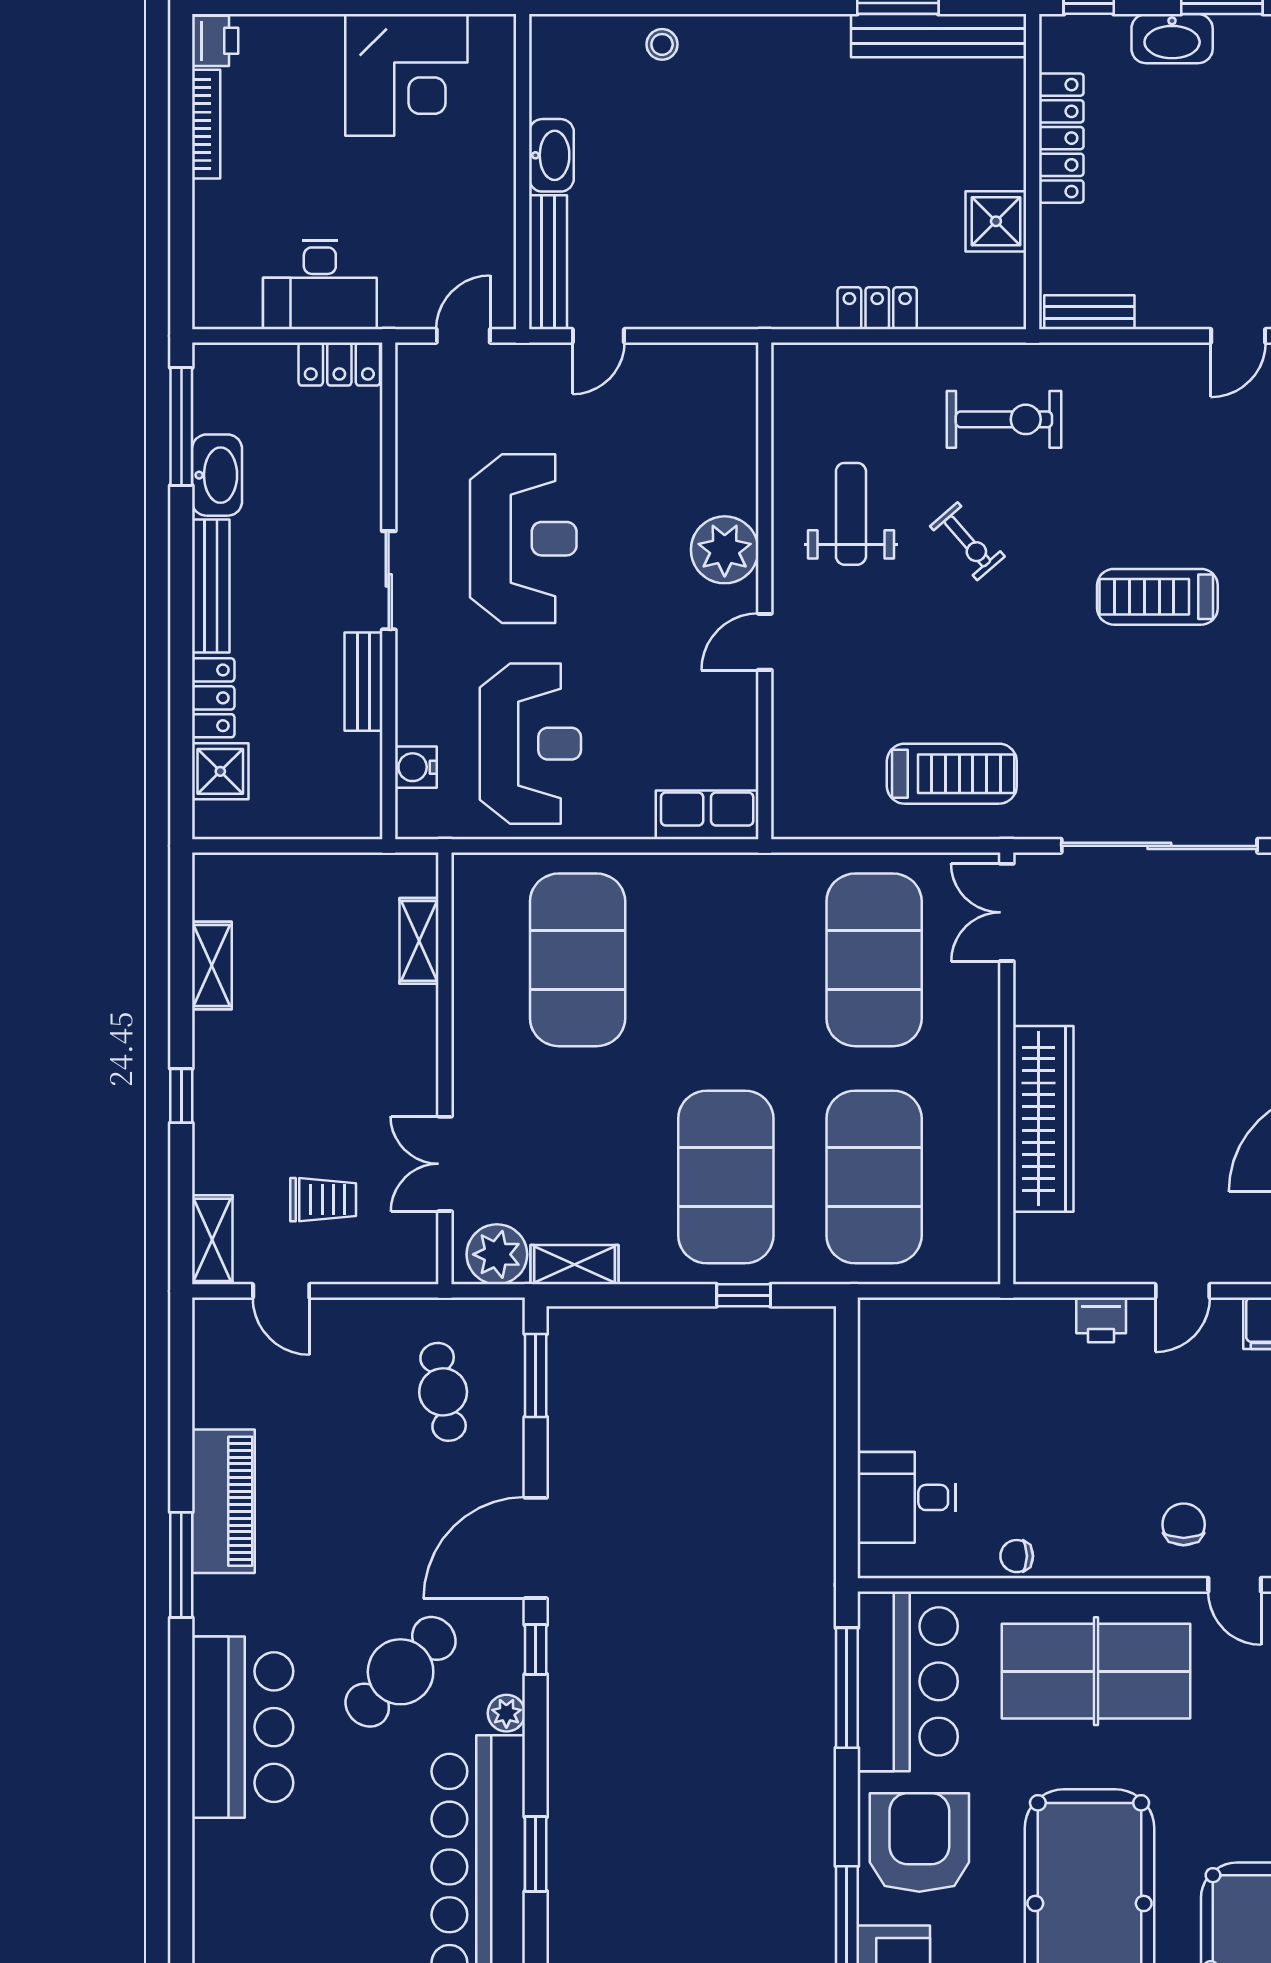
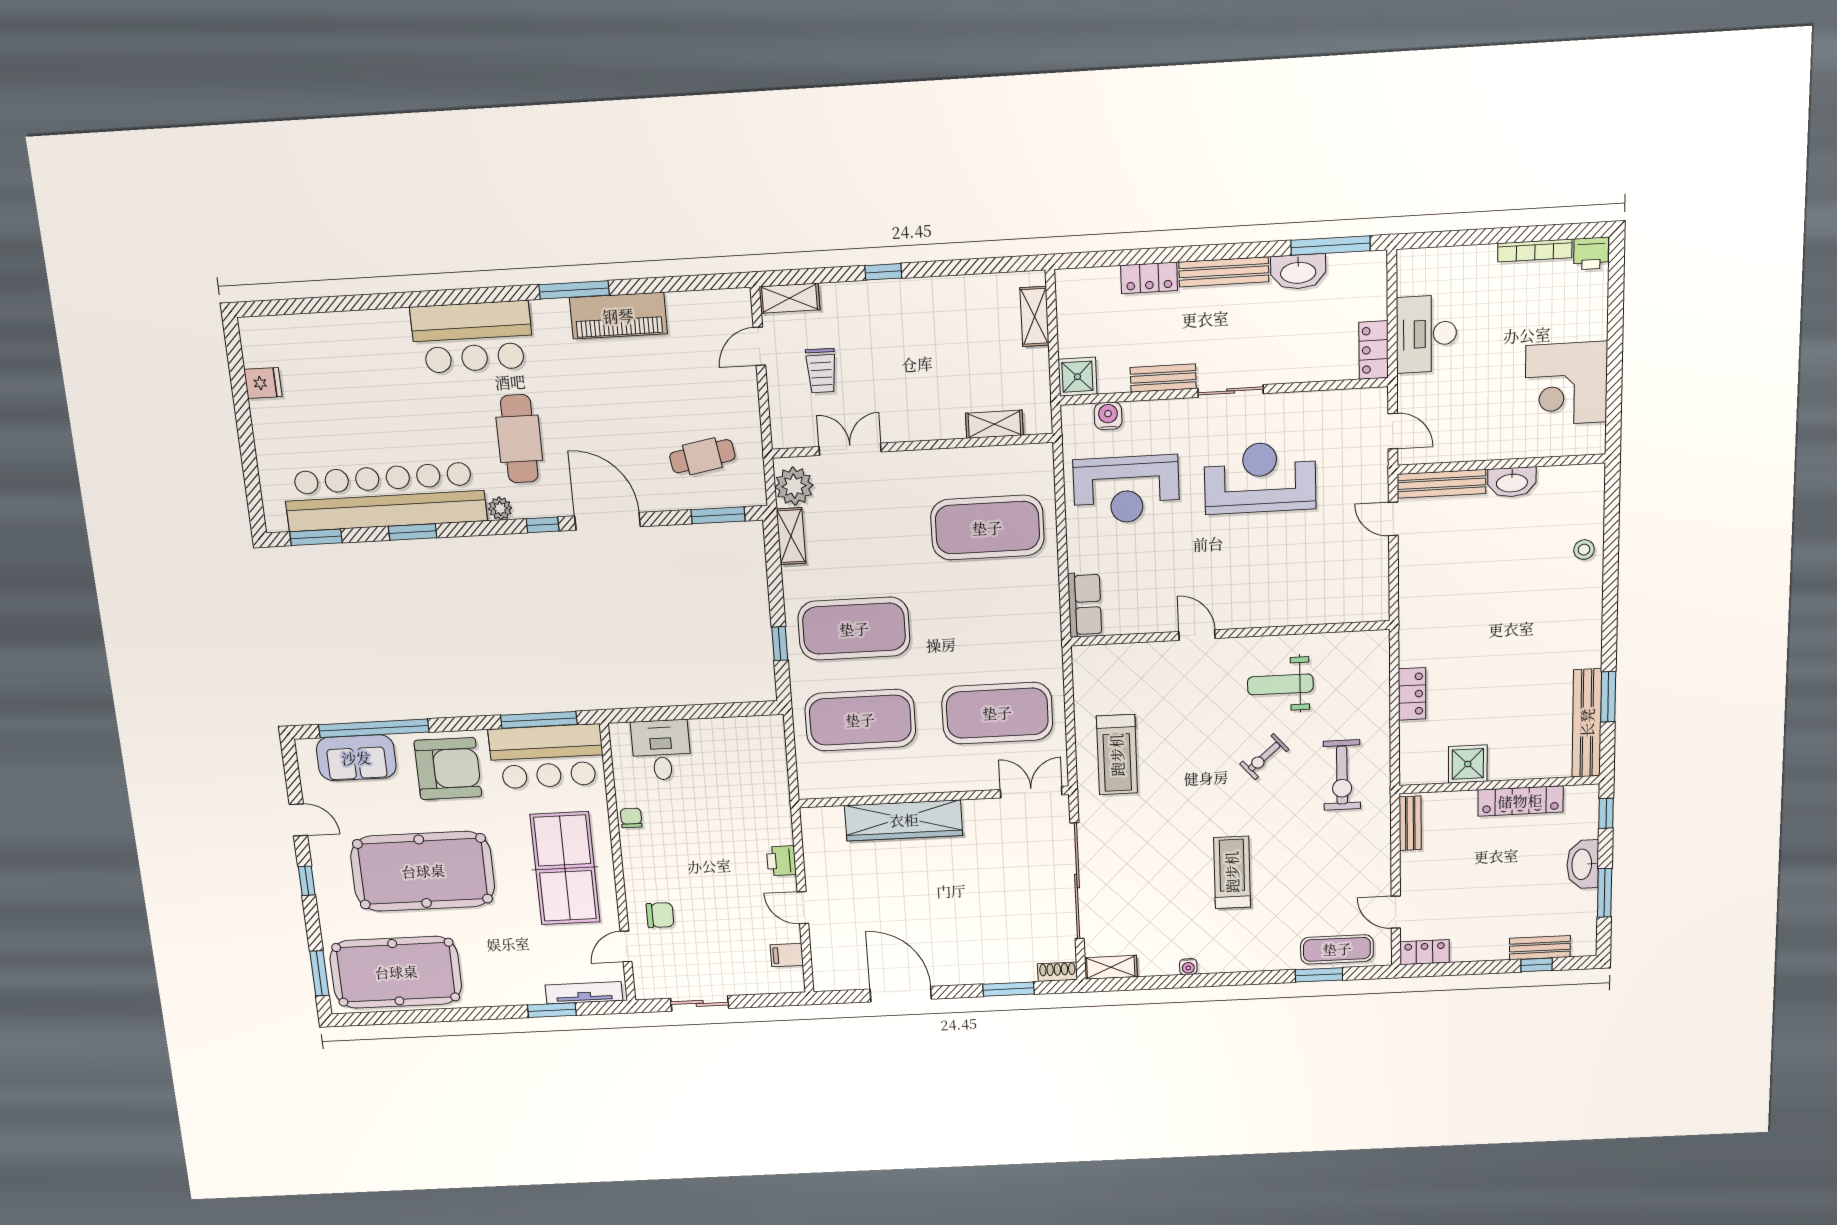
weight bench: (851, 514) -> (1280, 684), turned 180
reception desk: (523, 539) -> (1260, 478), turned 180
plant: (725, 550) -> (1256, 607), removed
shower: (220, 771) -> (1077, 377), moved
shelving: (212, 966) -> (1034, 316), moved, turned 90
cafe table: (401, 1672) -> (519, 439), turned 45

